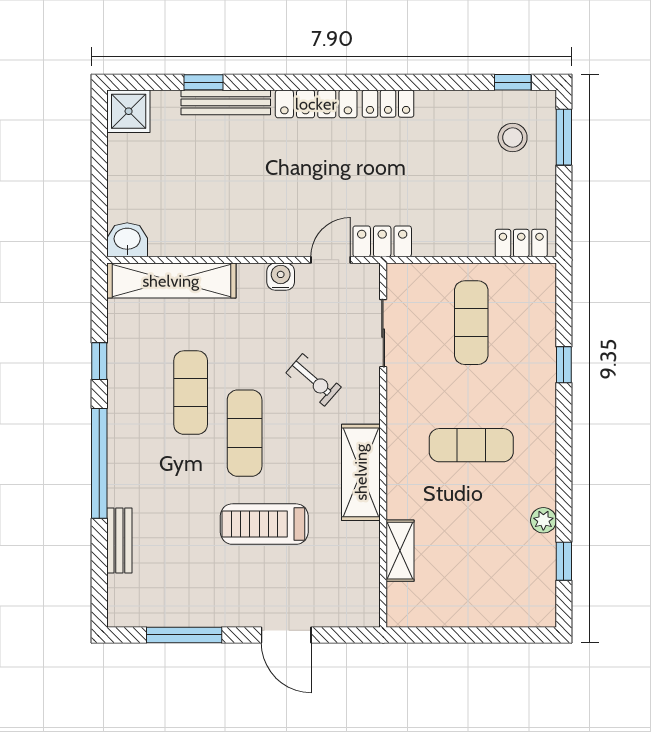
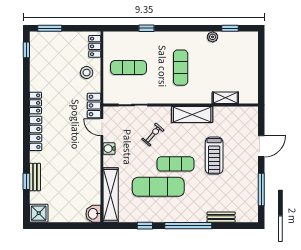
bench: (226, 102) -> (35, 177), width x0.73
stool: (513, 137) -> (87, 73), moved
exercise mat: (191, 393) -> (158, 187), width x1.36, depth x1.45

